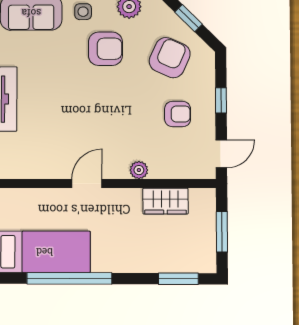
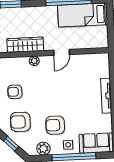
armchair: (170, 58) -> (20, 122), turned 66
wardrobe: (165, 201) -> (25, 45), width x1.50

